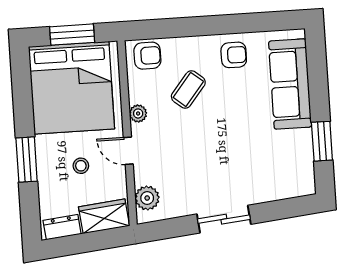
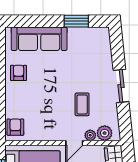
coffee table: (188, 89) -> (82, 104), moved, turned 51
plant: (138, 113) -> (90, 135), moved

